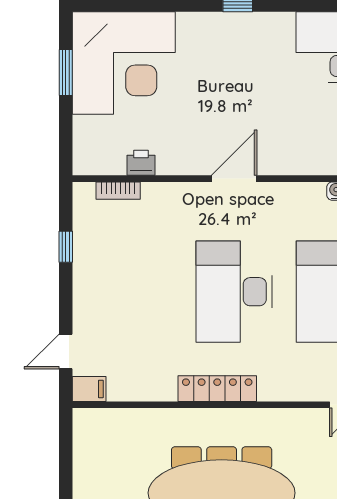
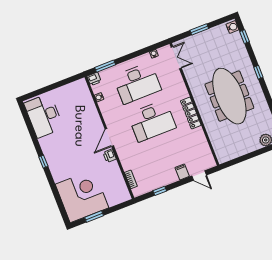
printer: (141, 163) -> (110, 156), moved
door: (234, 179) -> (109, 137), hinge flipped
filing cabinet: (89, 389) -> (182, 172), moved

